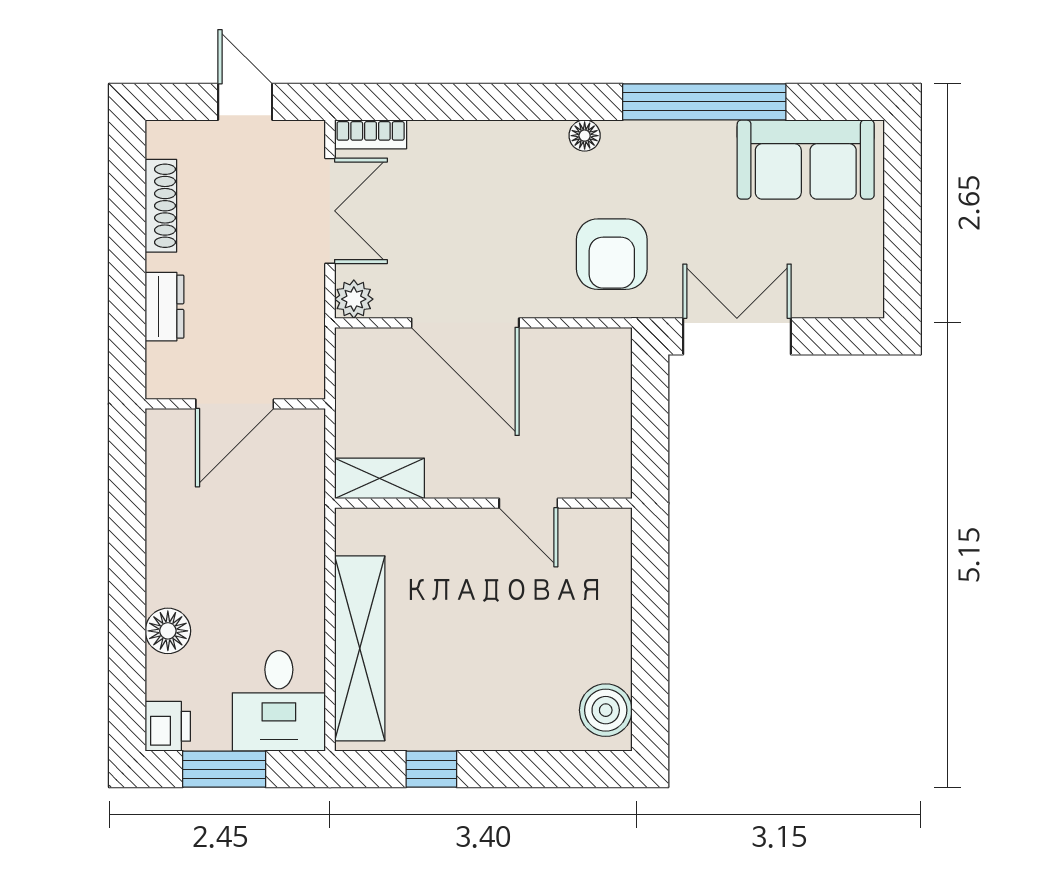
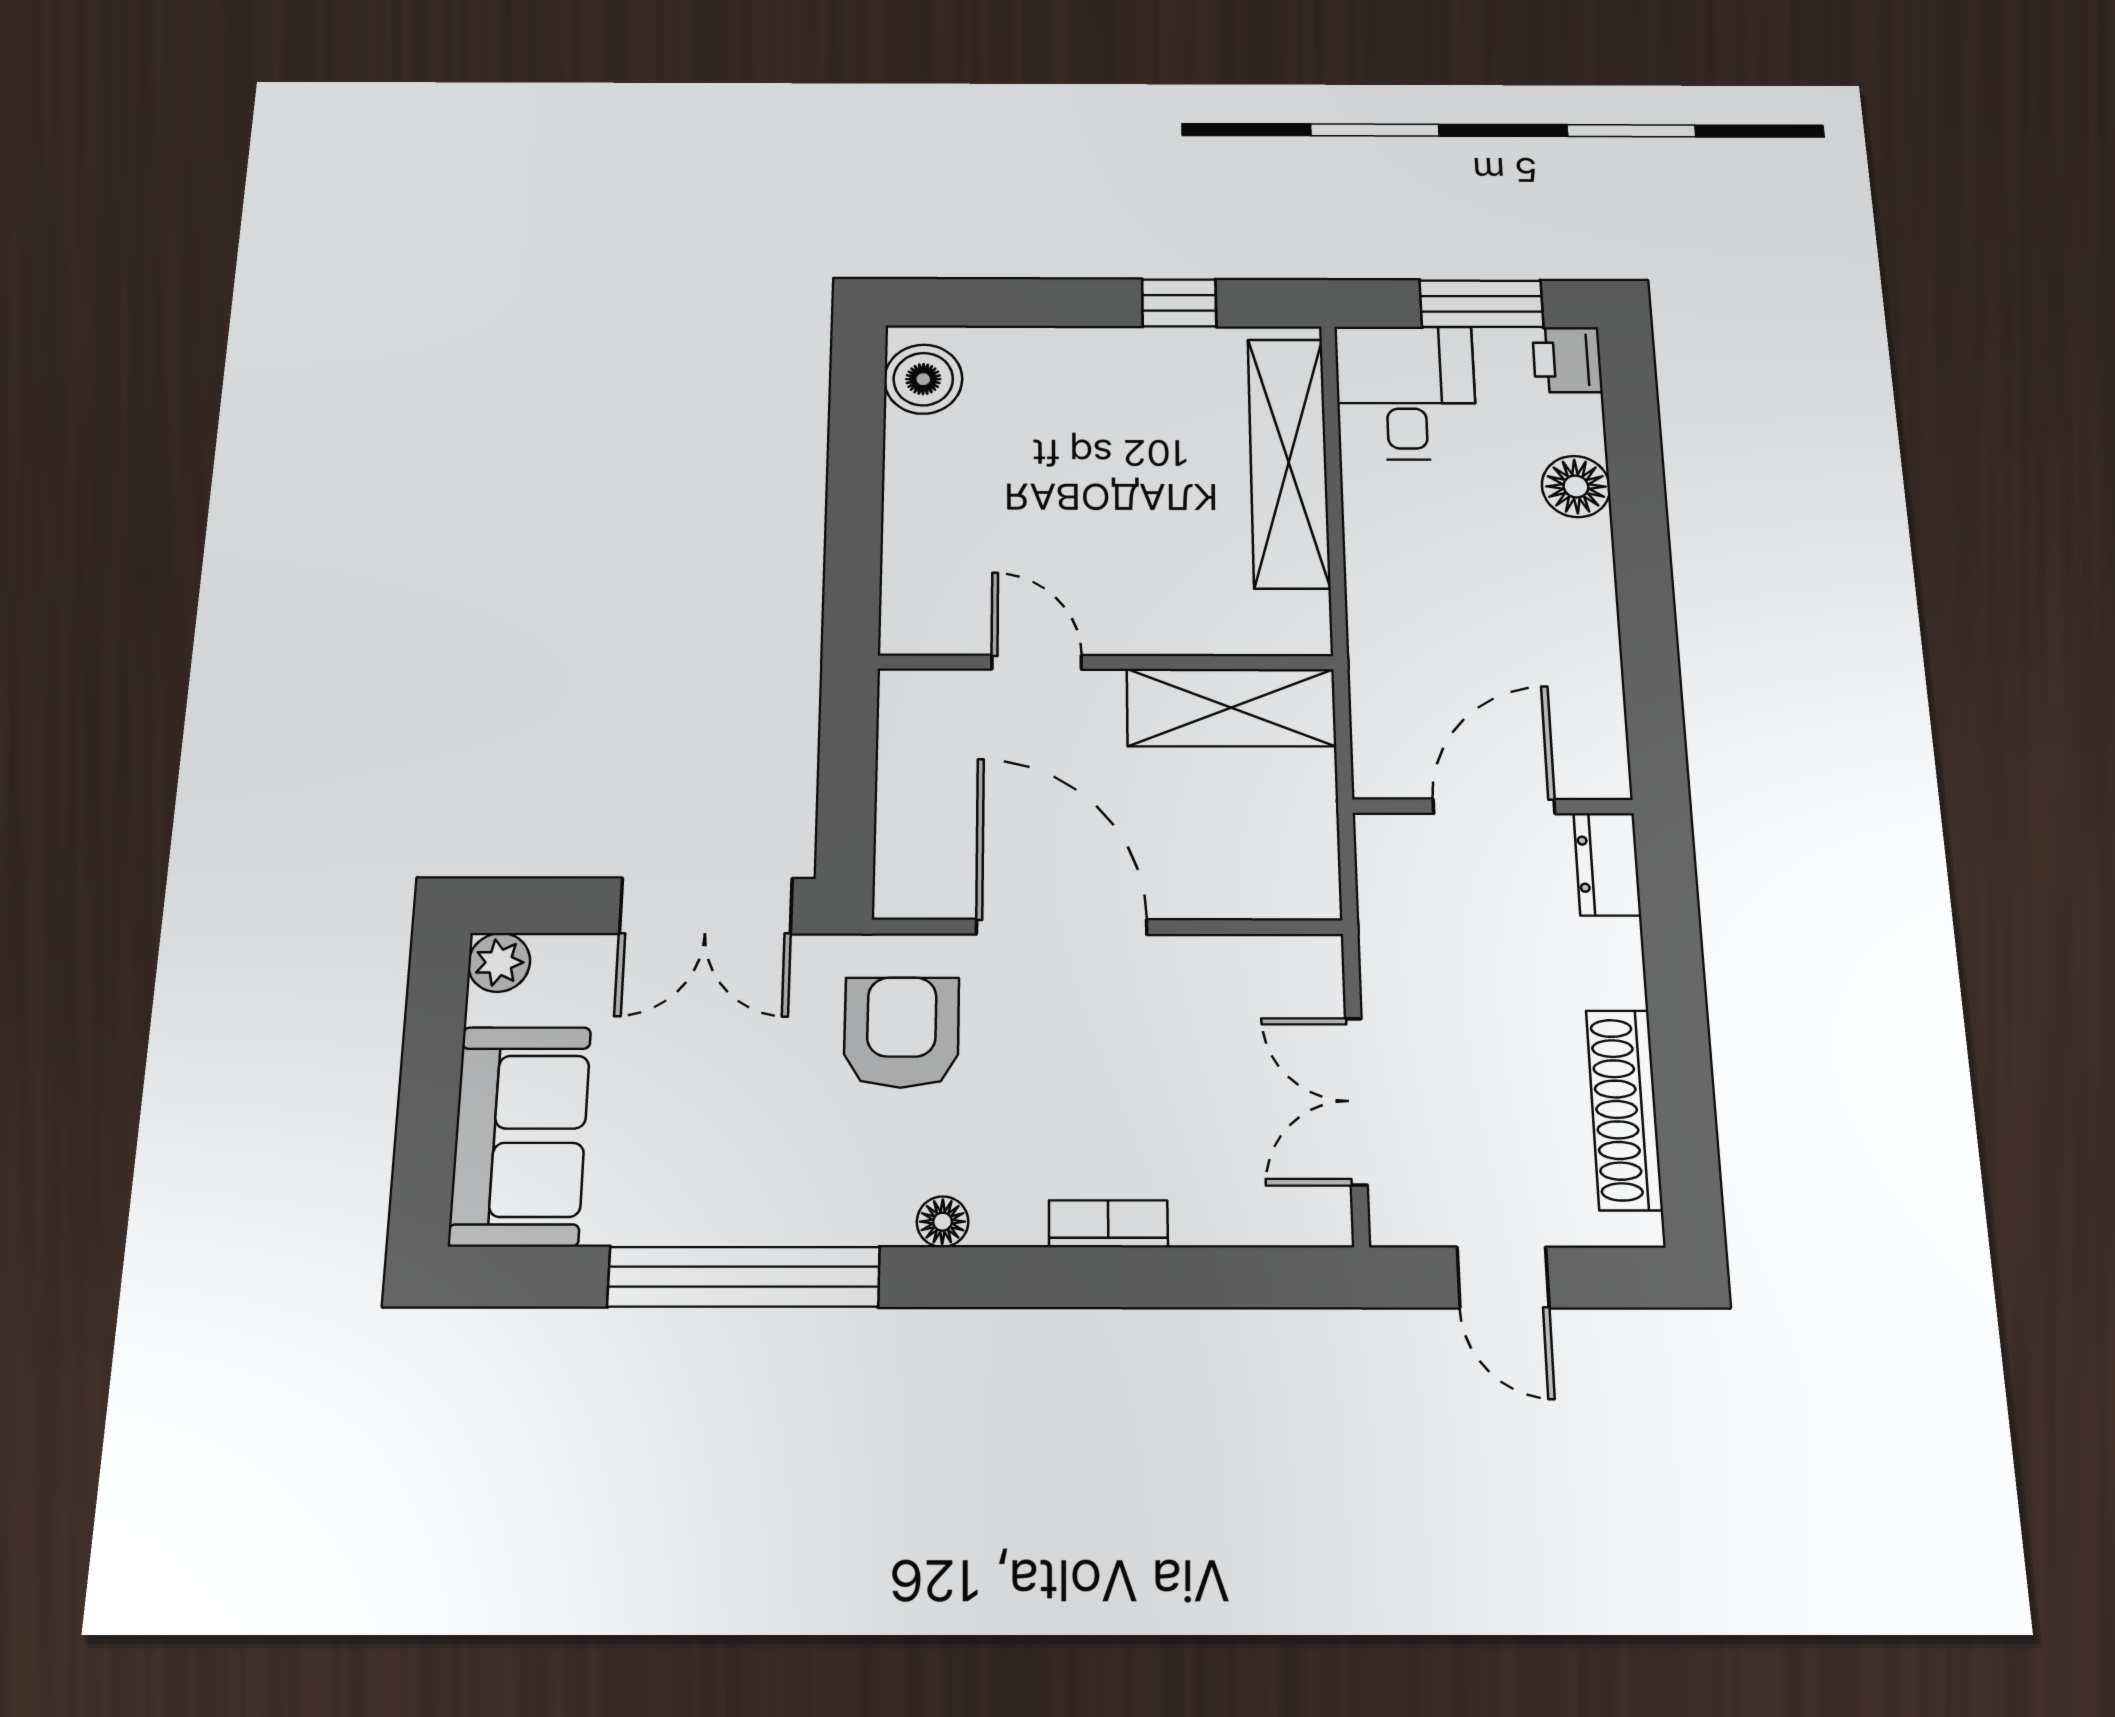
bookcase: (371, 134) -> (1108, 1224), moved
sofa: (806, 160) -> (520, 1136), moved, turned 90
shoe rack: (161, 206) -> (1624, 1109), width x1.36, depth x1.24
plant: (354, 299) -> (499, 962), moved
dresser: (164, 307) -> (1607, 864), moved
door: (465, 323) -> (1062, 927), moved
shelving: (379, 478) -> (1231, 708), width x1.50, depth x1.33

